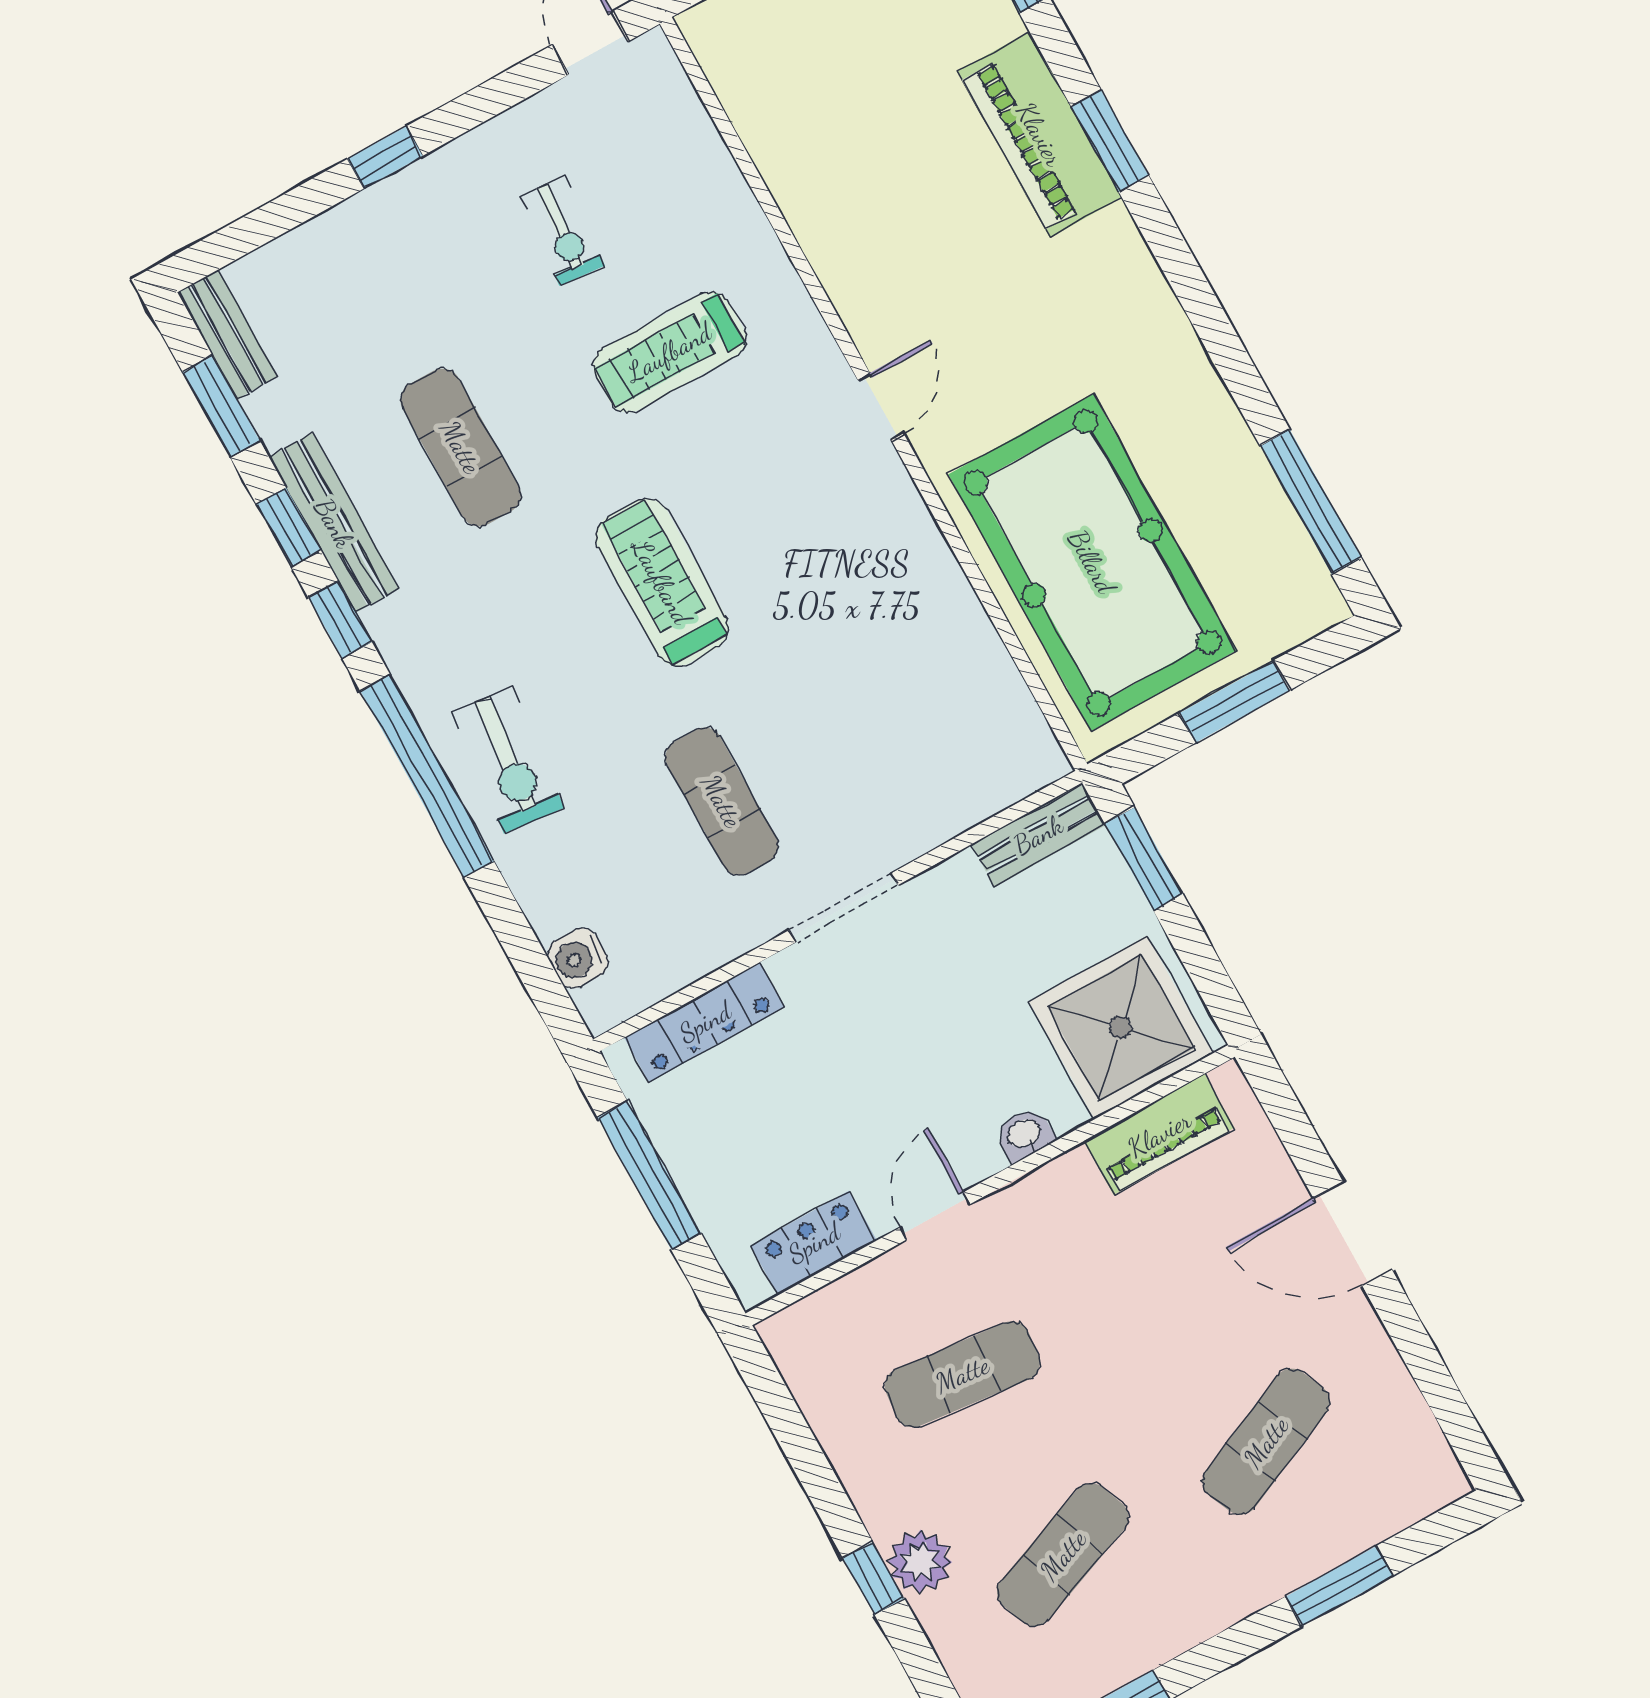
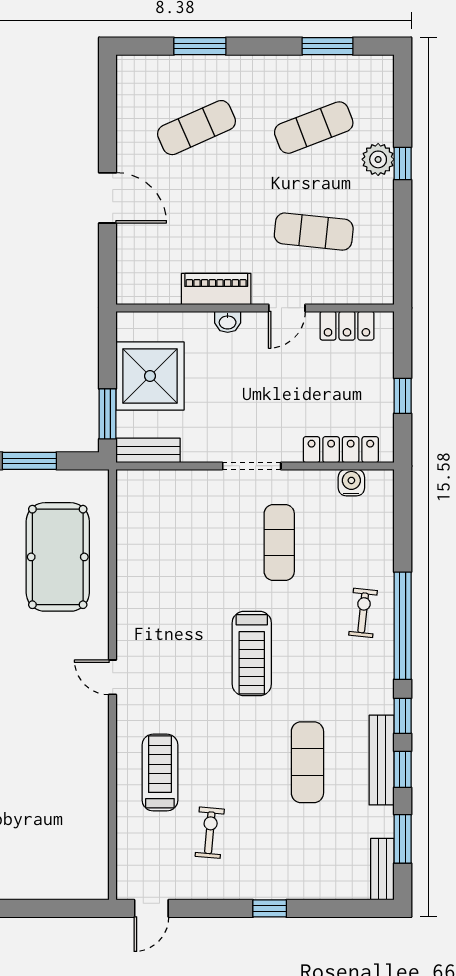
treadmill: (669, 352) -> (160, 773), moved, turned -90
door: (881, 407) -> (113, 677), hinge flipped
pool table: (1092, 562) -> (58, 557), width x0.73, depth x0.76
exercise bike: (508, 760) -> (363, 613), width x0.73, depth x0.72
water cooler: (578, 958) -> (351, 483), moved, turned -90
shower: (1121, 1027) -> (150, 376), moved
piano: (1159, 1134) -> (216, 289), moved
window: (649, 1175) -> (403, 396), width x0.46

